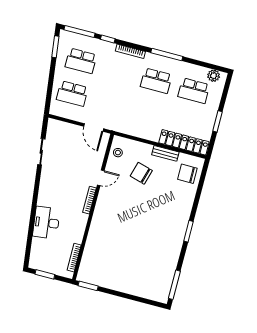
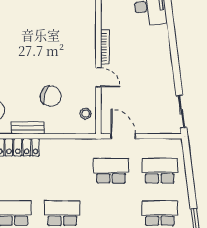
school desk: (110, 103) -> (111, 171), added
sliding door: (41, 152) -> (181, 112), moved
door: (101, 178) -> (98, 78), swing flipped

